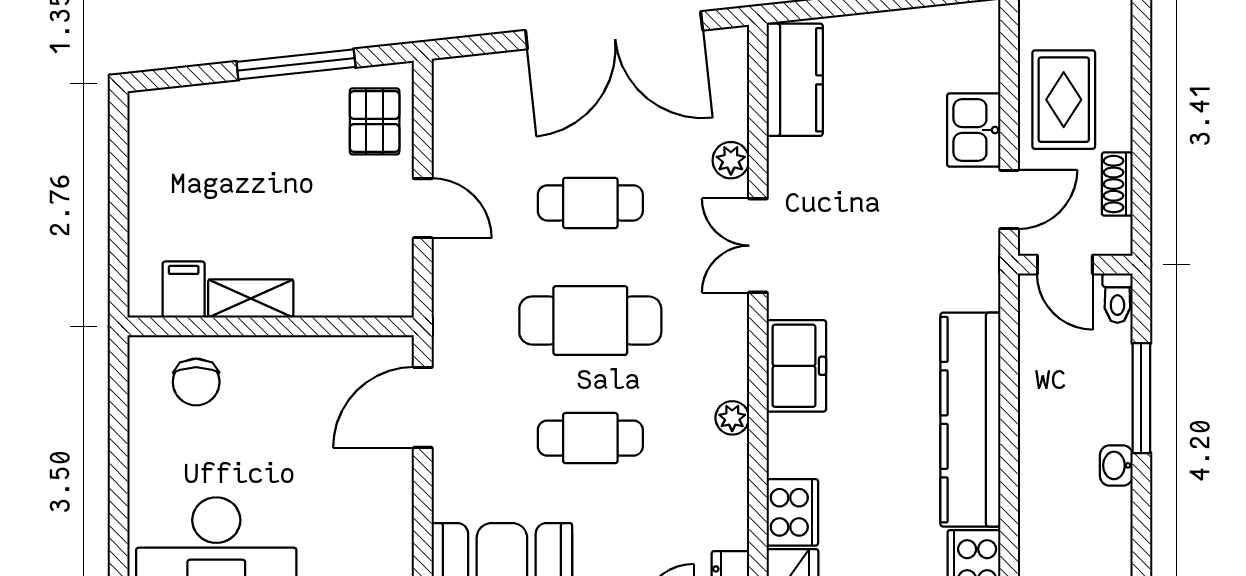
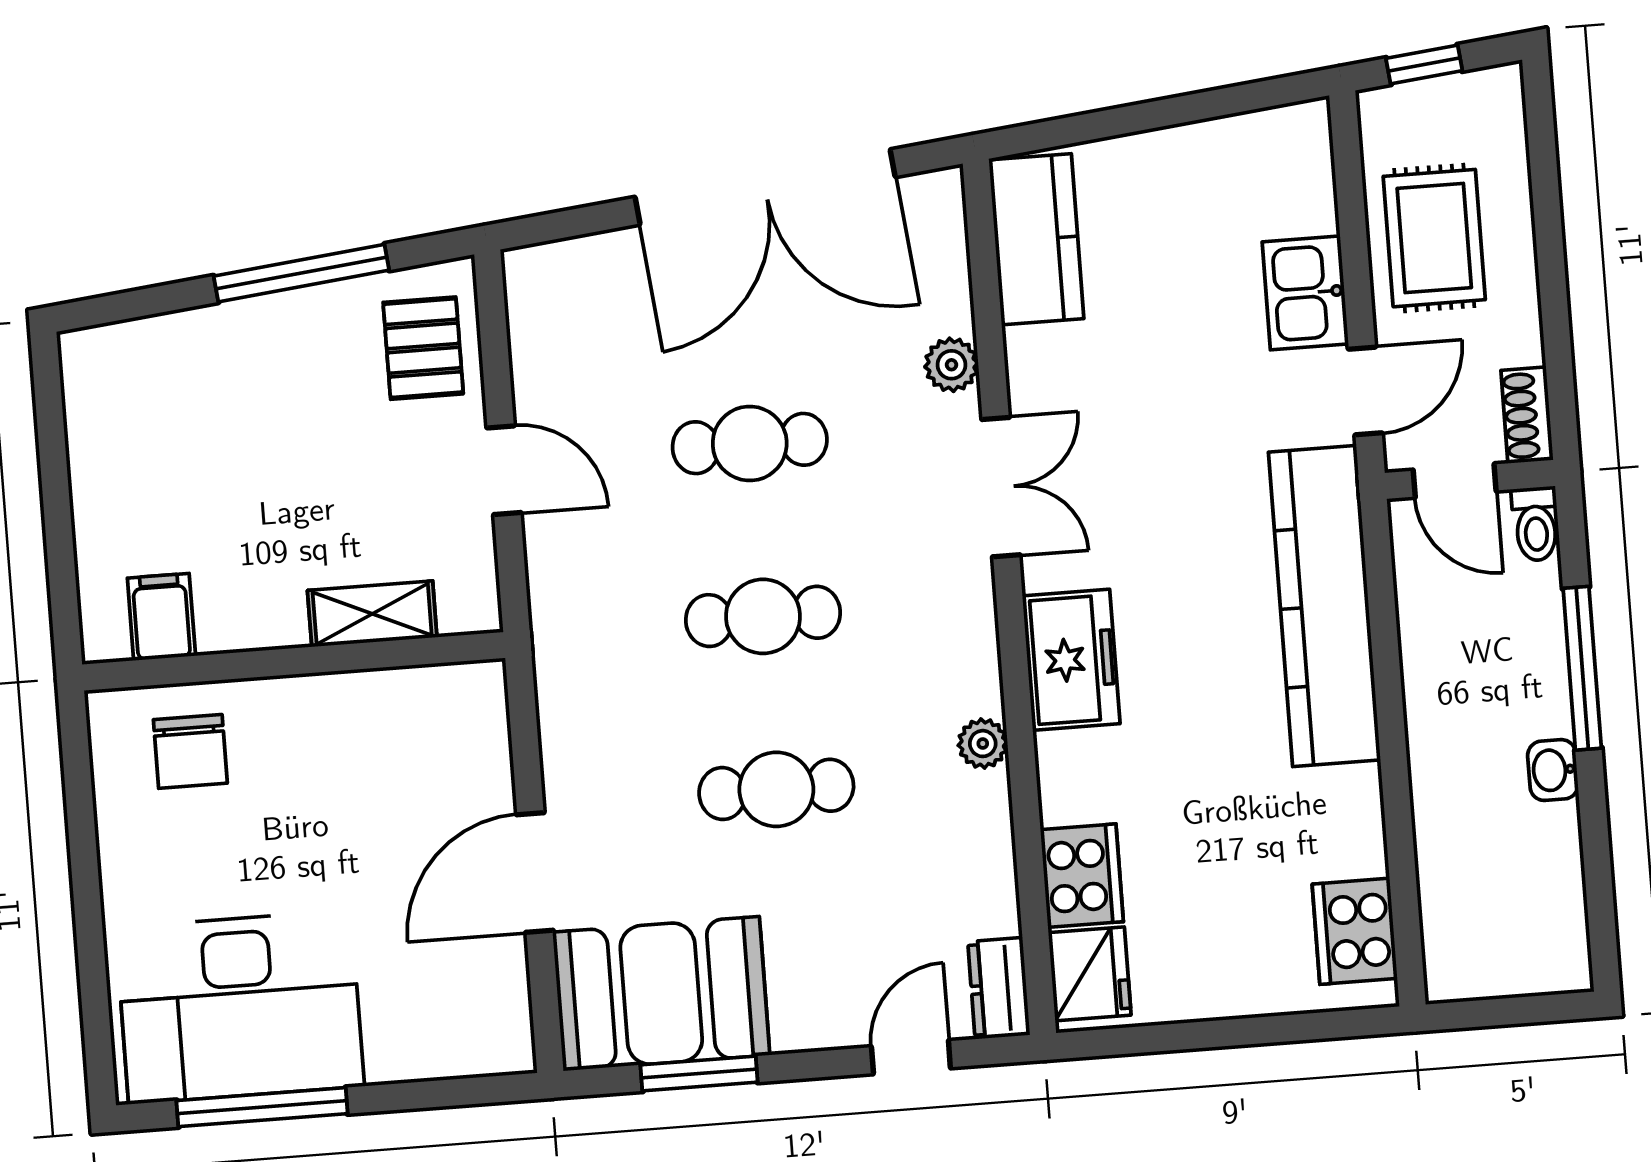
shoe rack: (1117, 184) -> (1527, 415), moved
double door: (758, 246) -> (1001, 487), swing flipped
shelving: (251, 298) -> (372, 614), moved
cafe table: (590, 321) -> (763, 616), width x0.73, depth x0.74
door: (423, 407) -> (535, 873), moved
kitchen counter: (970, 420) -> (1324, 606), moved

